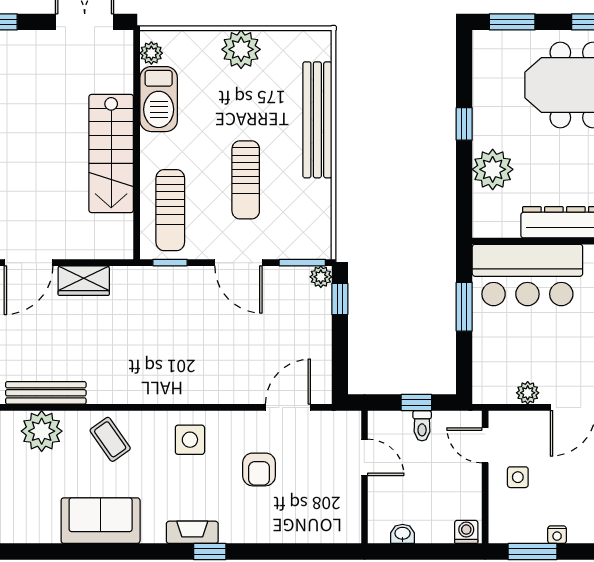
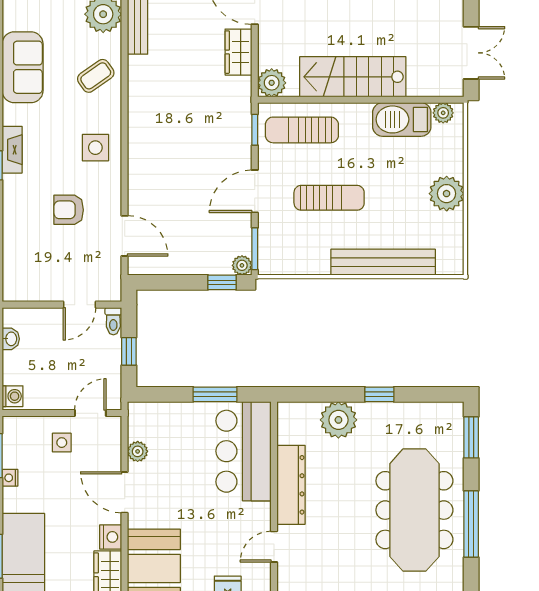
sun lounger: (246, 180) -> (329, 198), turned 180
plant: (118, 244) -> (272, 83), added
toilet: (422, 426) -> (113, 321), moved, turned -90

